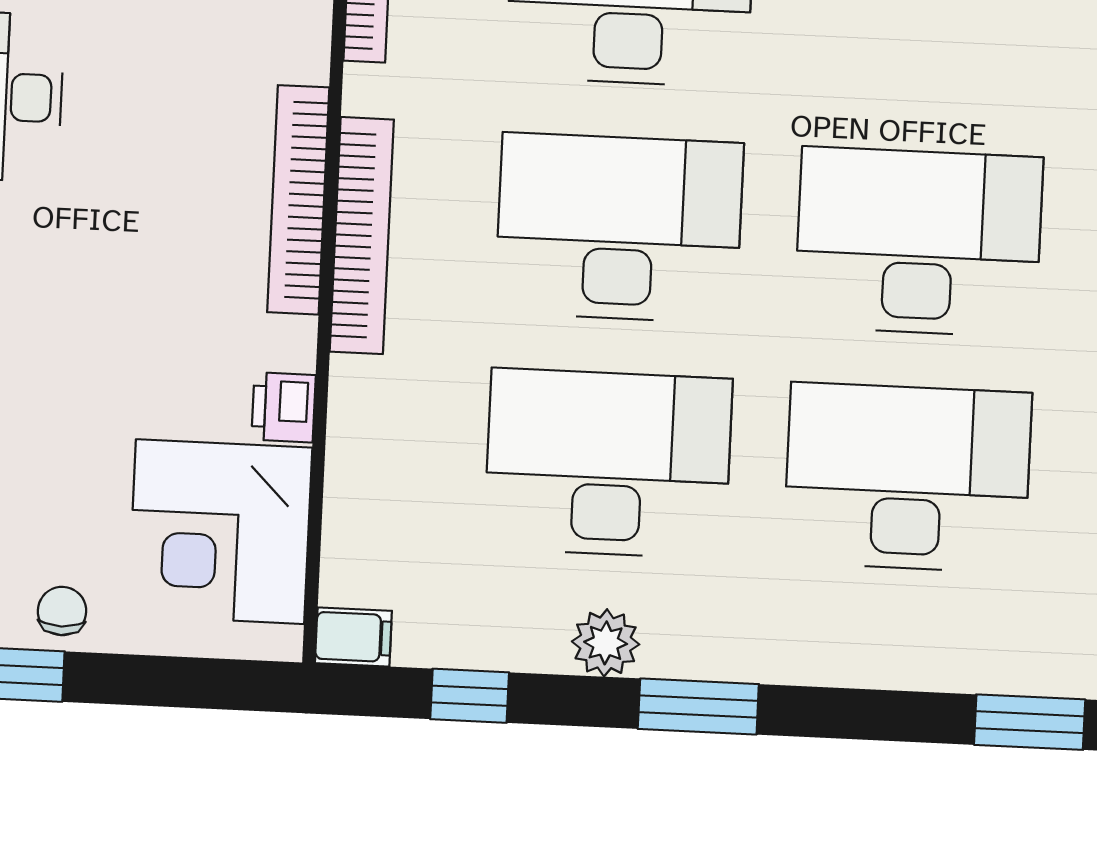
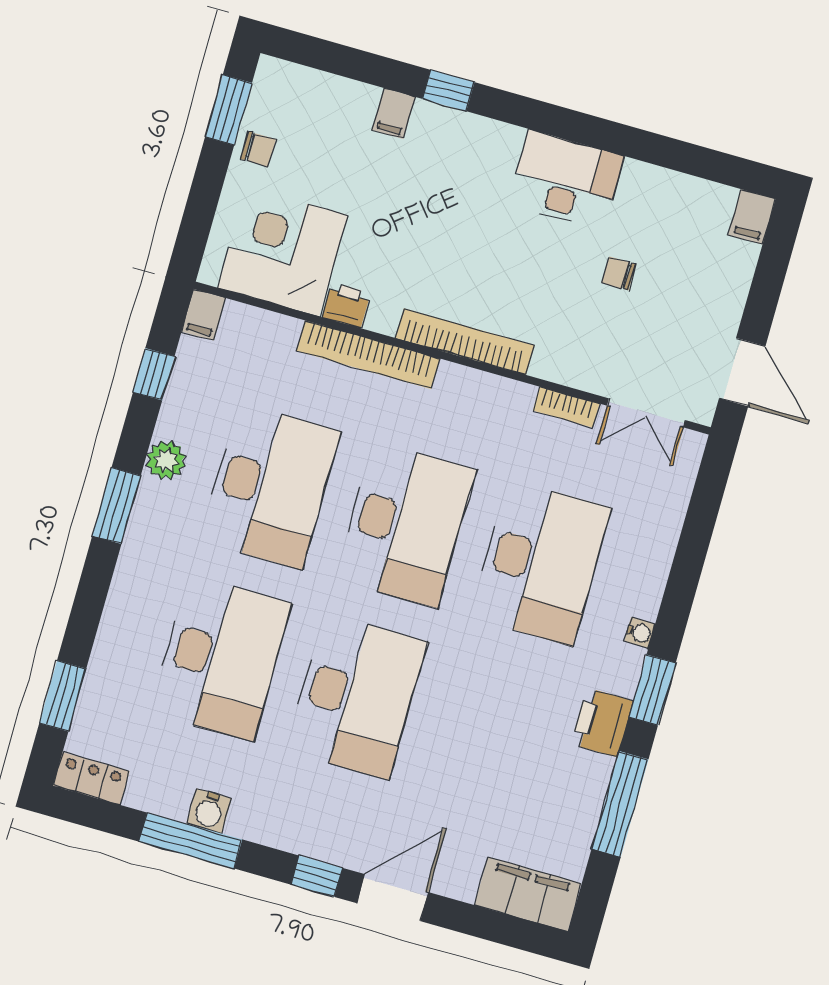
bookcase: (362, 236) -> (368, 355), moved

